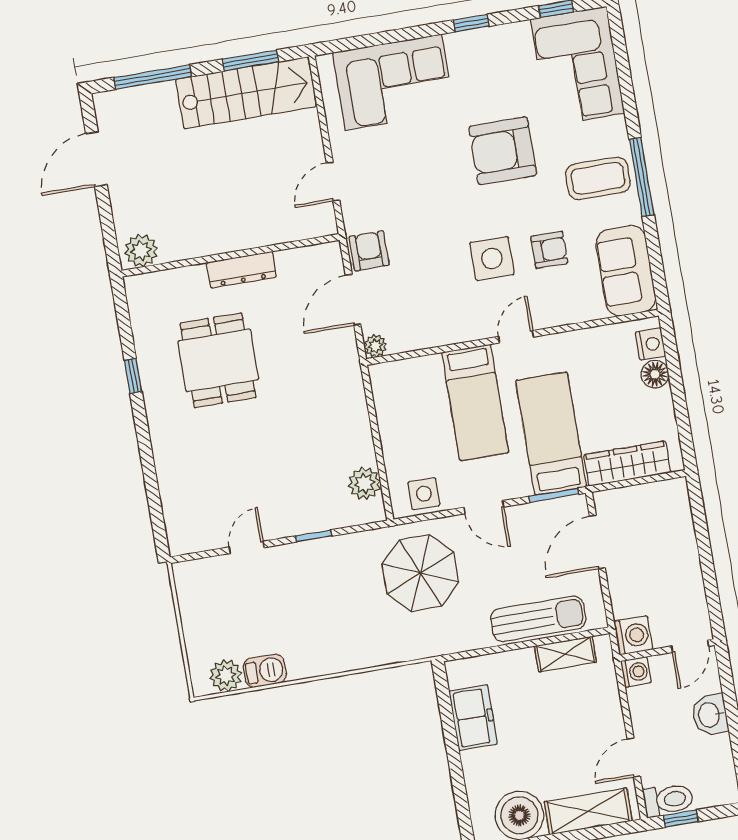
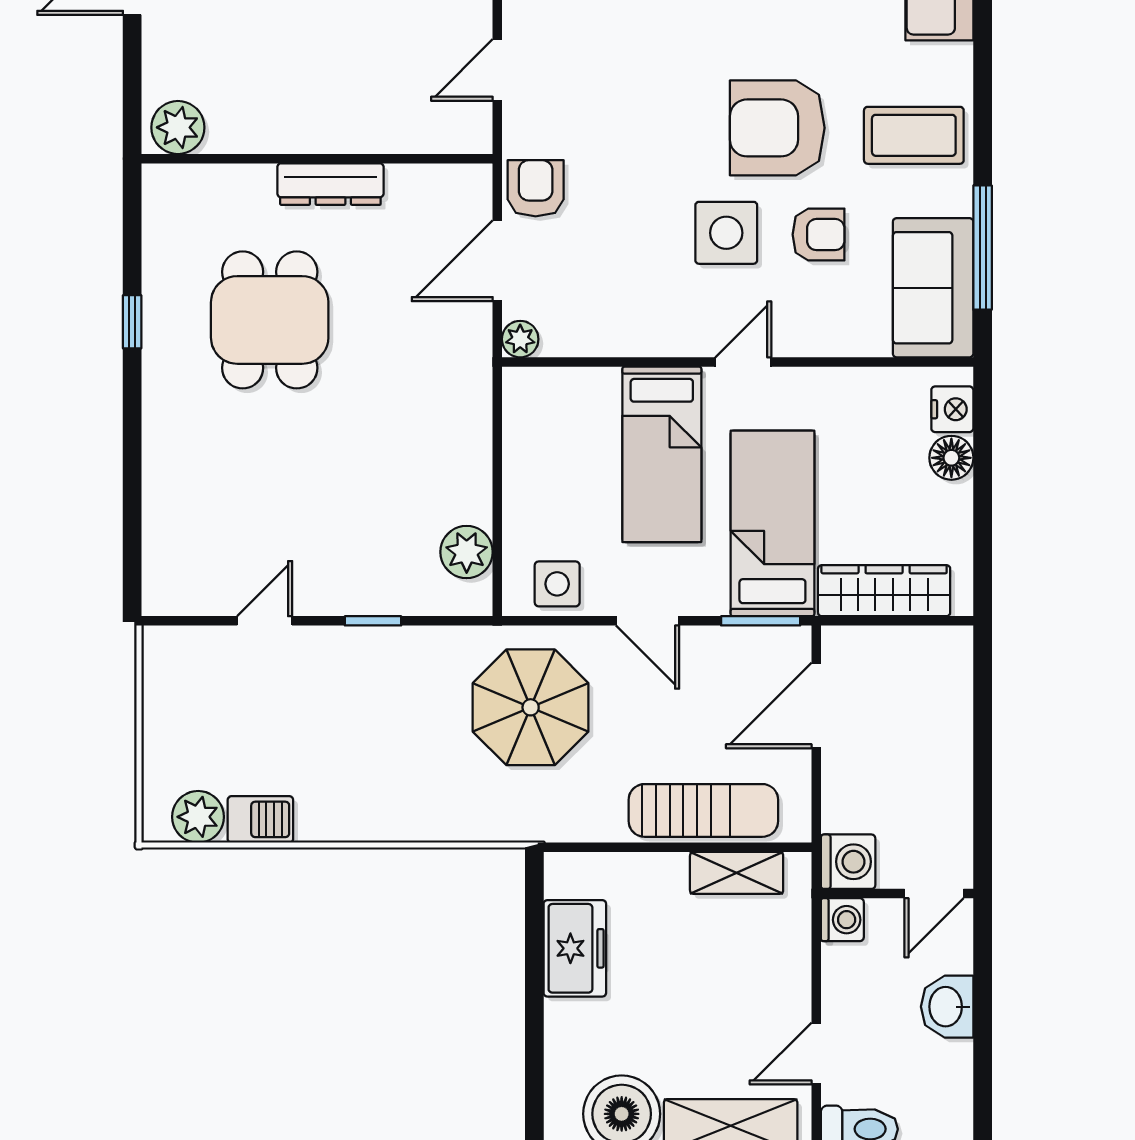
armchair: (503, 151) -> (777, 128), moved
window: (642, 177) -> (983, 248), moved

